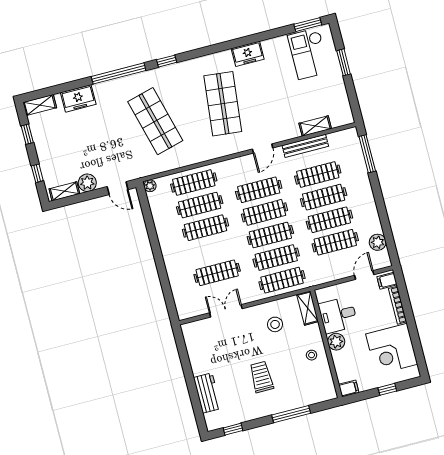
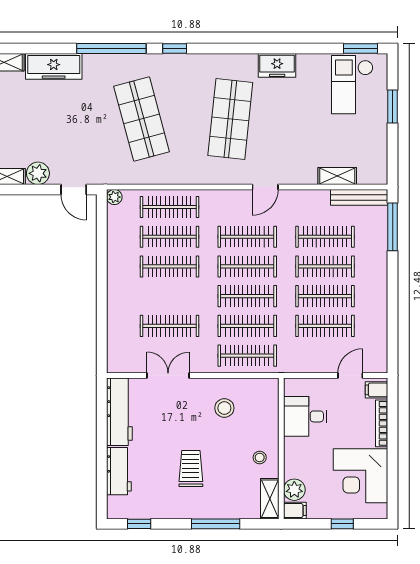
freezer: (78, 98) -> (54, 66), width x1.40
bench: (305, 146) -> (359, 197), moved
plant: (378, 242) -> (377, 339), removed
shelving: (308, 308) -> (270, 499), moved
plant: (336, 342) -> (294, 490), moved
workbench: (196, 348) -> (119, 412), added

